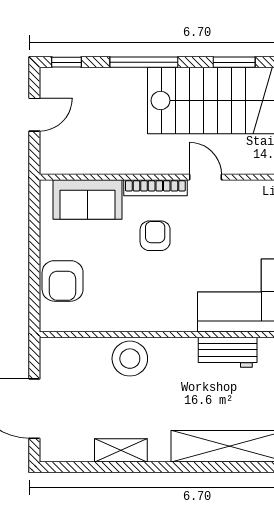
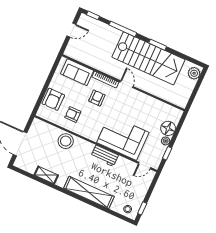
armchair: (119, 295) -> (73, 114), added

